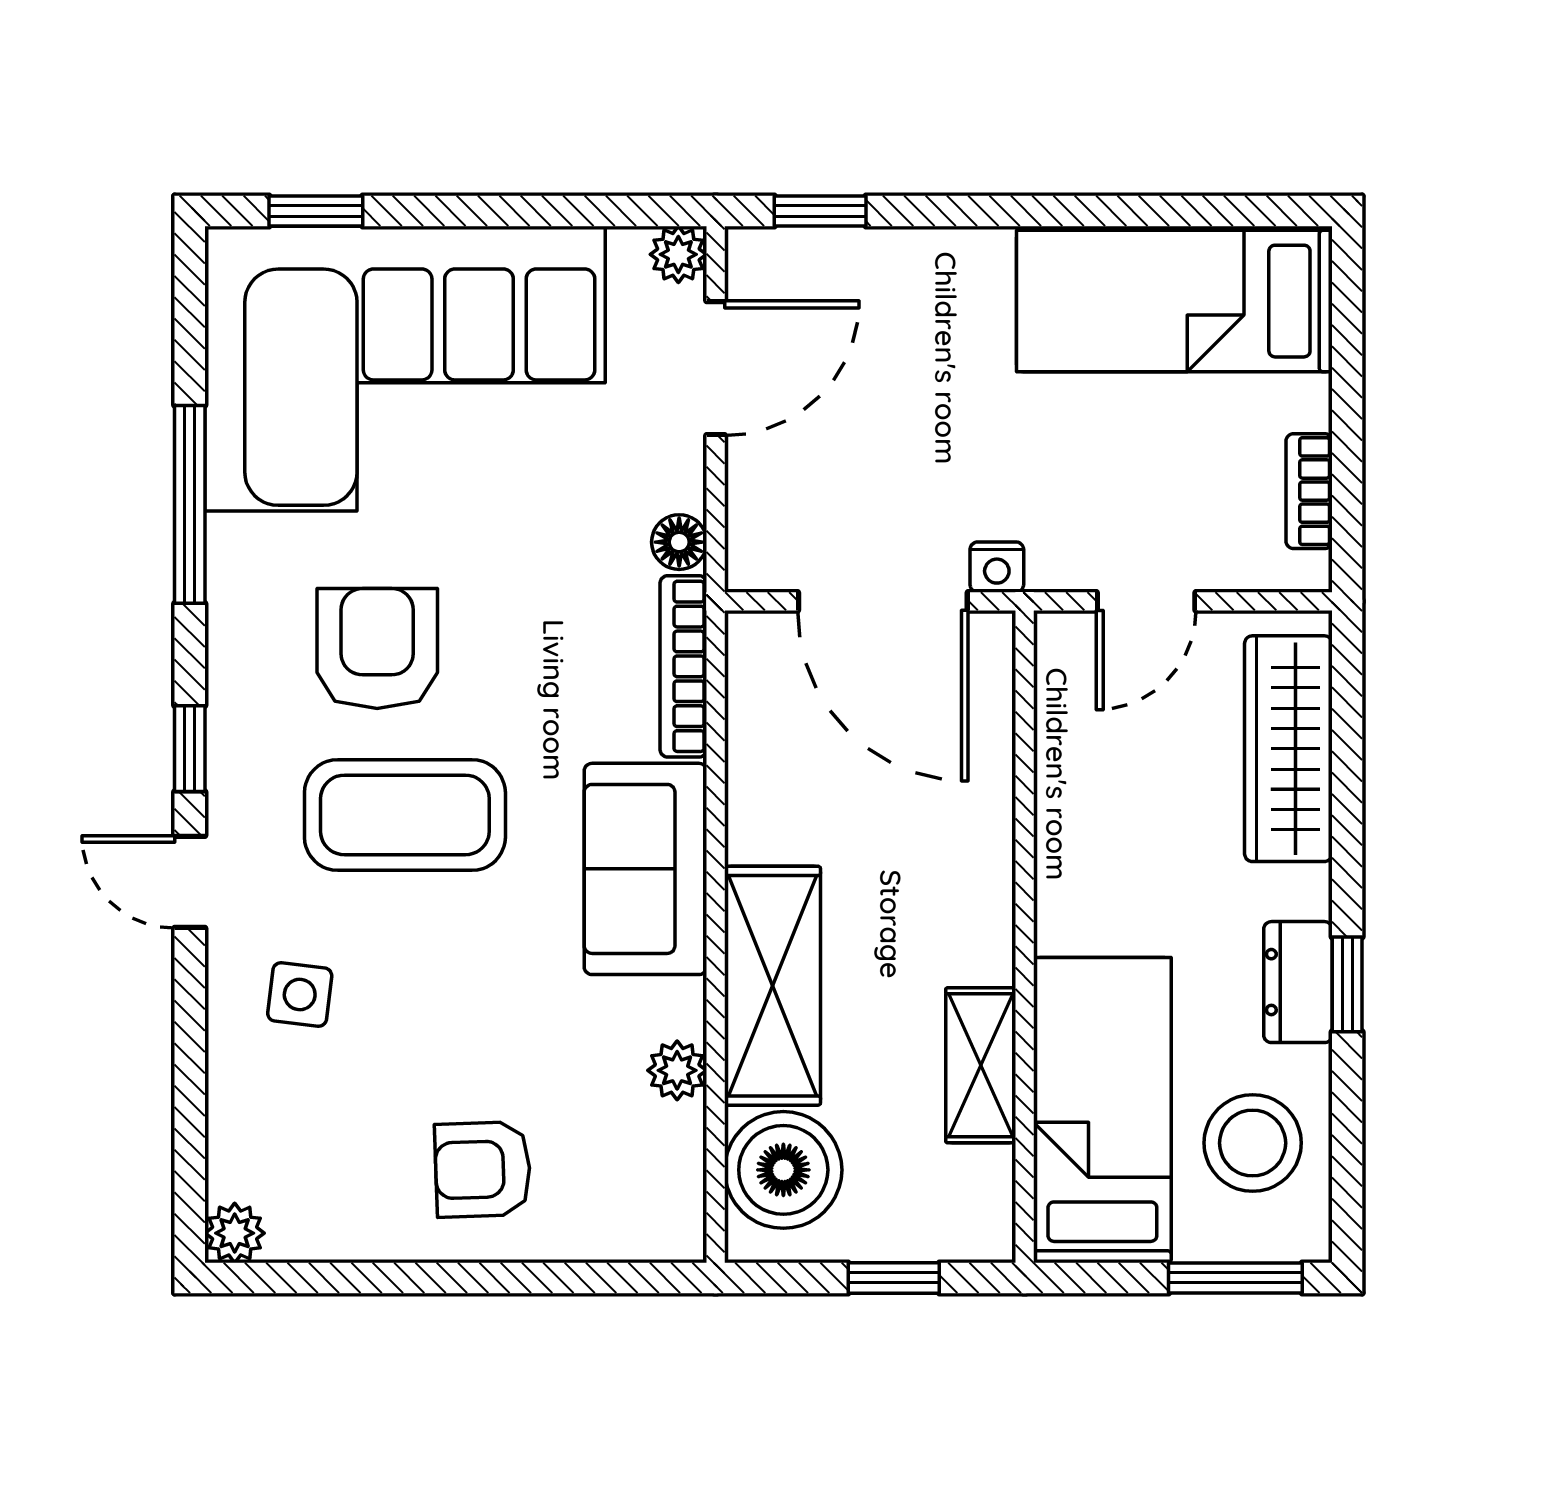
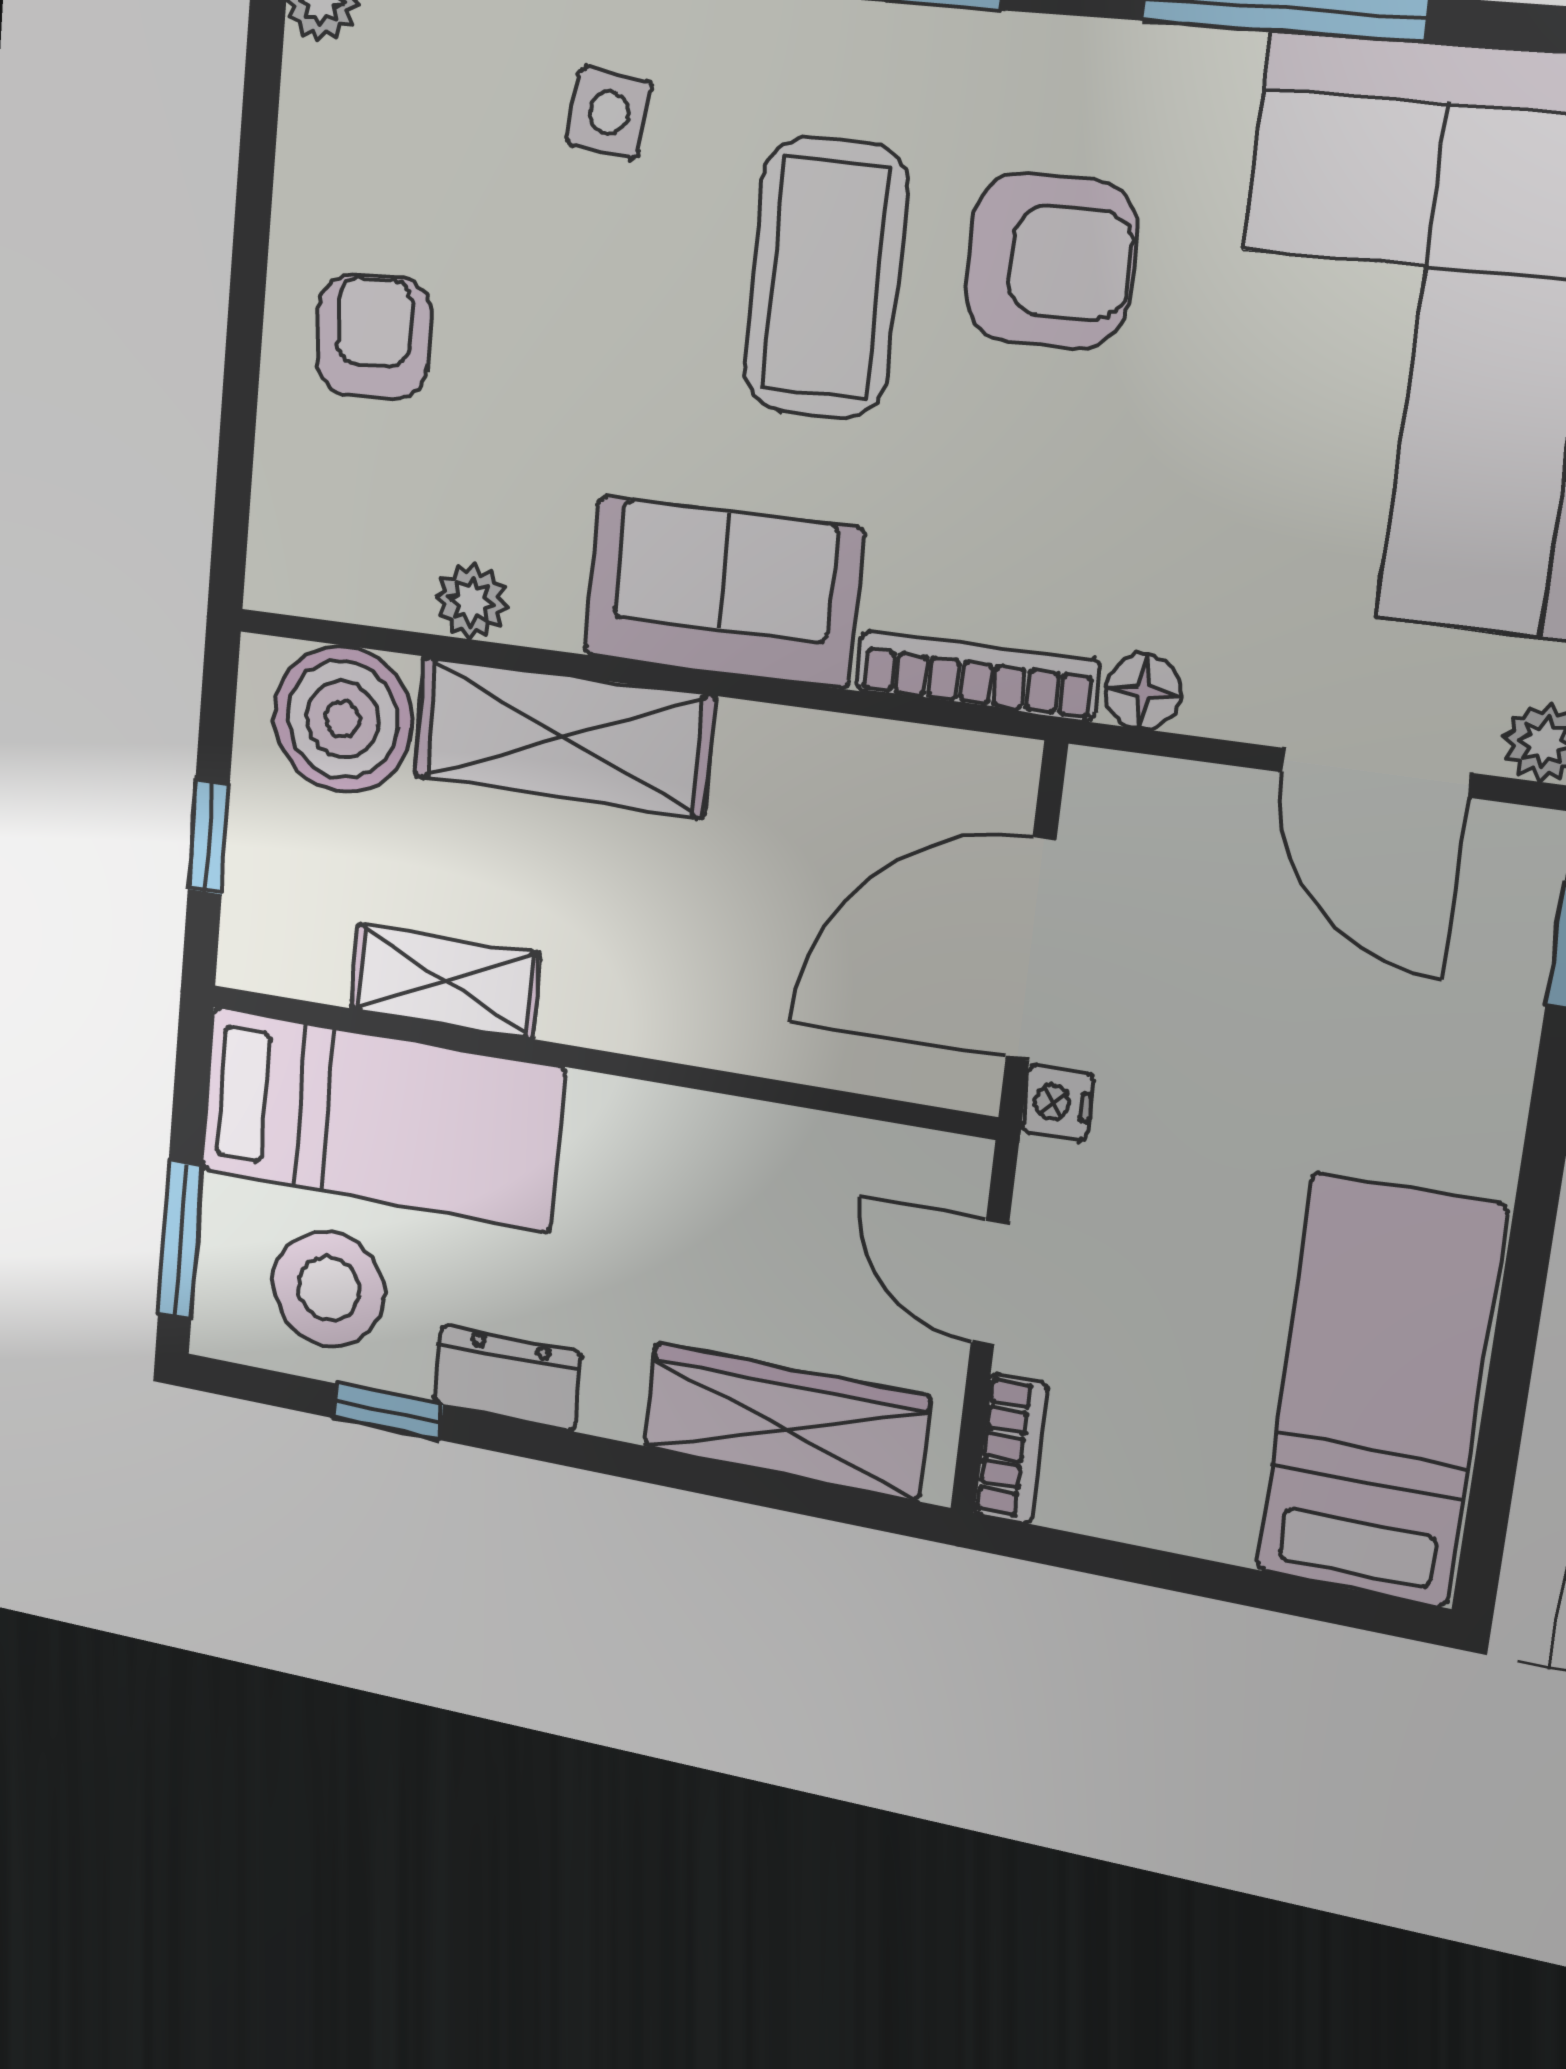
bookcase: (1309, 491) -> (1011, 1448), moved, turned 90
window: (1347, 984) -> (388, 1412), moved

